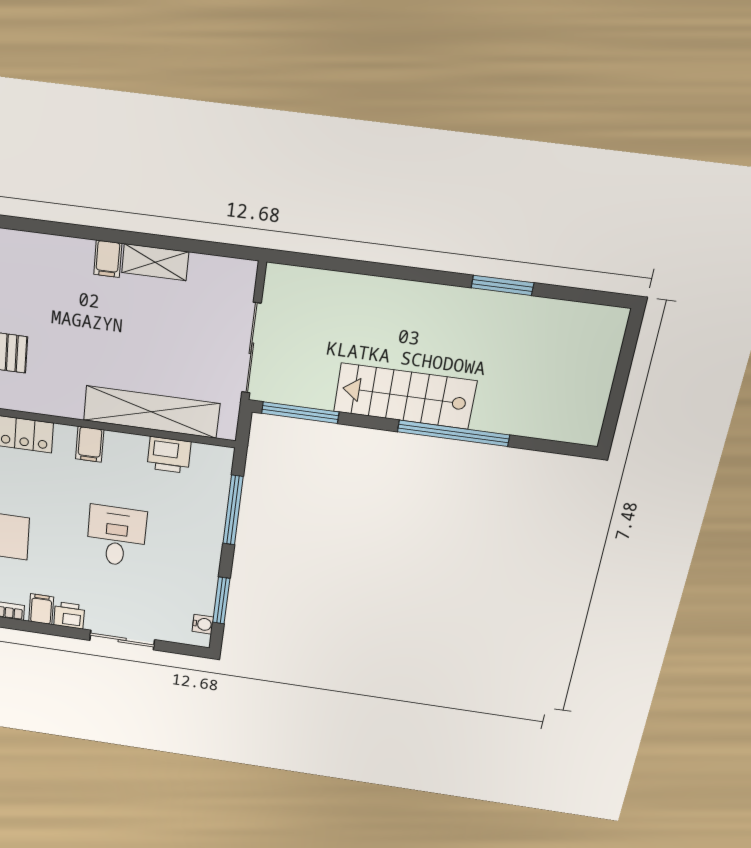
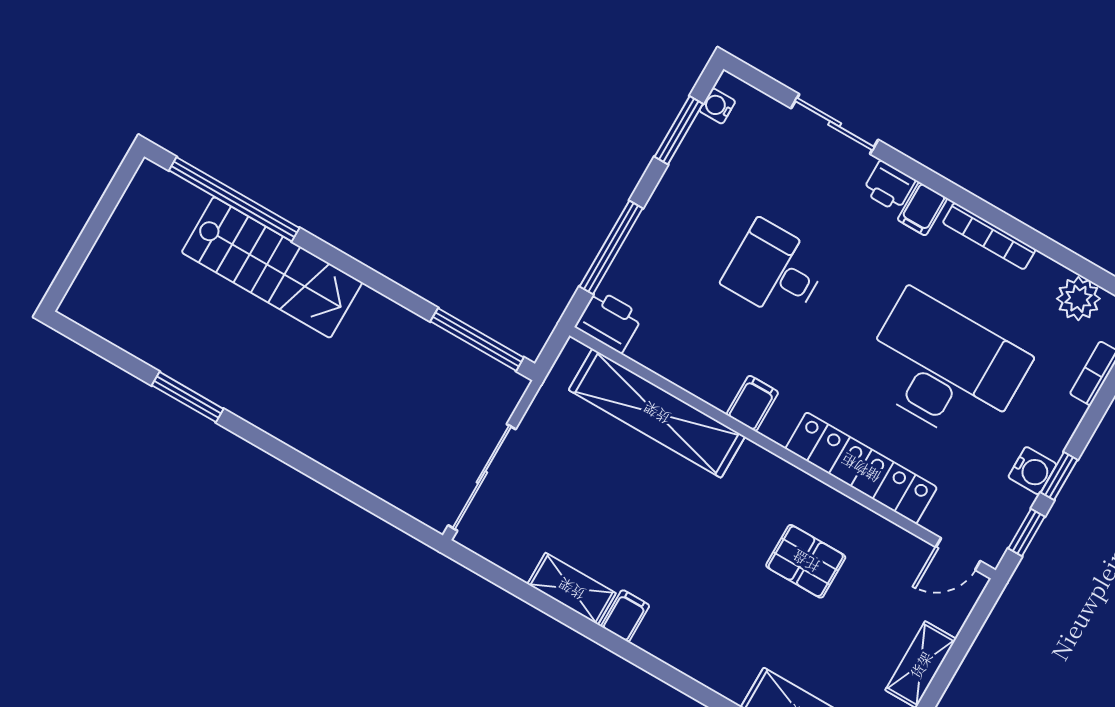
sliding door: (251, 348) -> (482, 477), moved
stairs: (405, 396) -> (272, 267), moved
window: (453, 433) -> (234, 199), moved
printer: (169, 455) -> (609, 321), moved
desk: (116, 536) -> (775, 271), turned 90

